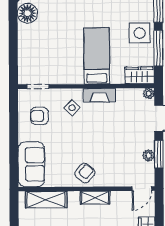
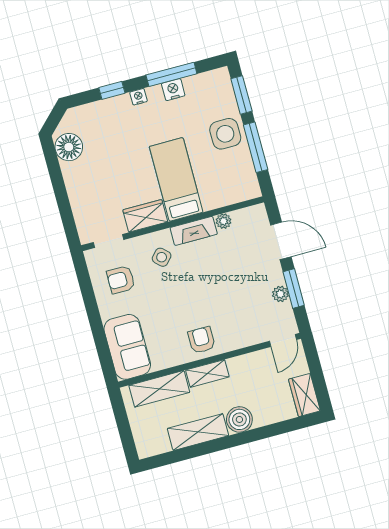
wardrobe: (139, 75) -> (145, 216), moved
plant: (149, 94) -> (224, 221), moved
armchair: (85, 173) -> (201, 340), turned -41
shelving: (95, 198) -> (207, 373), moved

